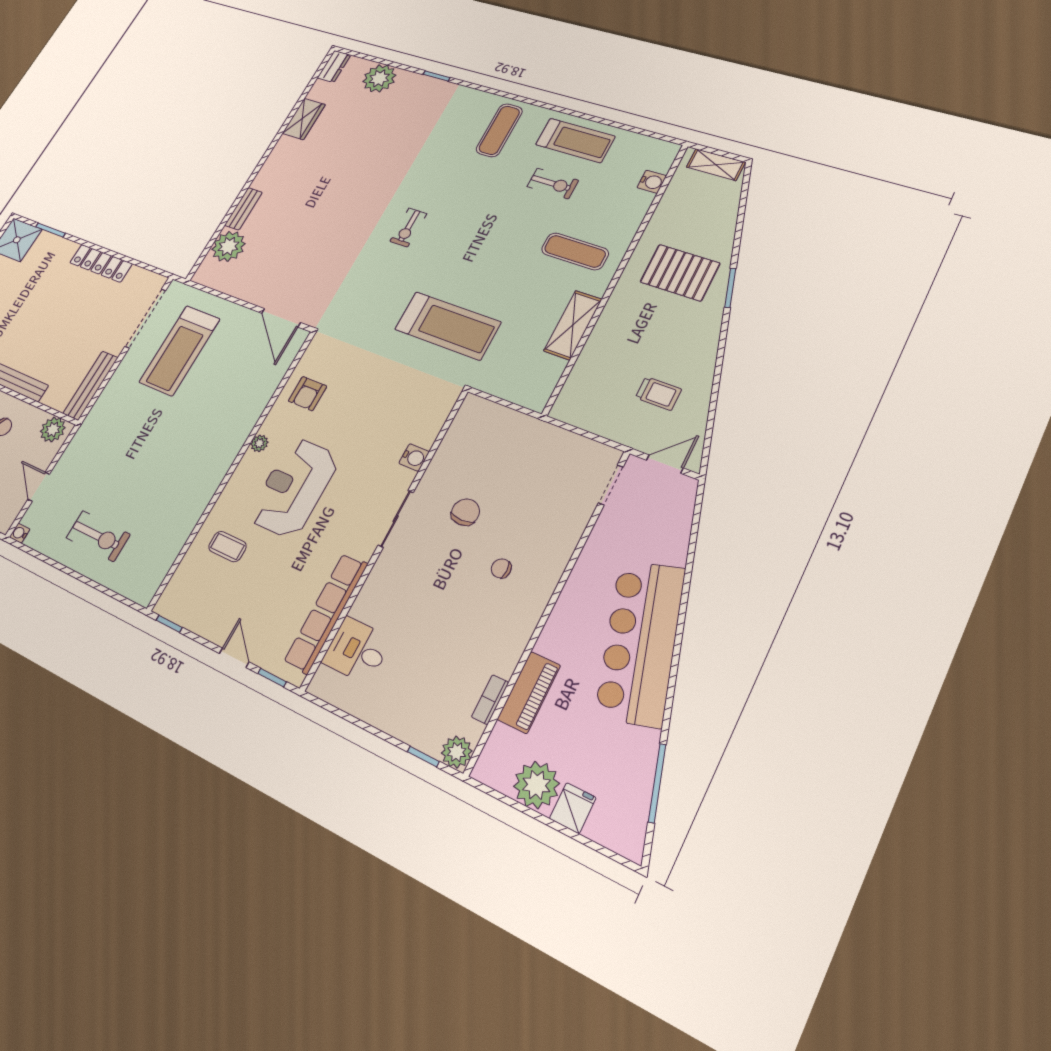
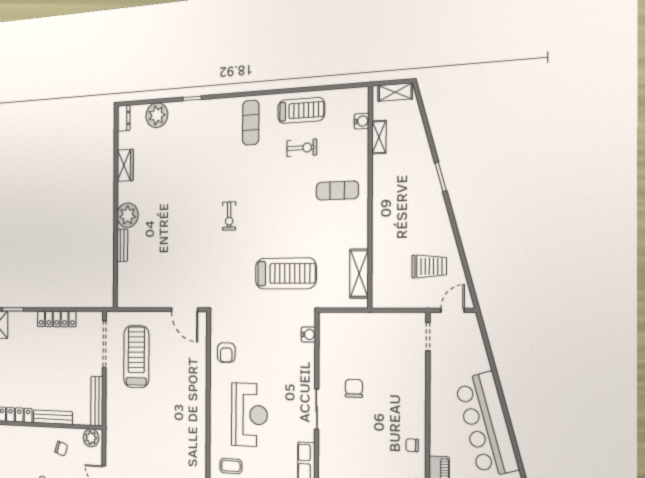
shelving: (666, 209) -> (379, 137), added
plant: (228, 246) -> (128, 215), moved
pallet: (680, 273) -> (406, 179), removed
shelving: (573, 325) -> (359, 274), moved
treadmill: (180, 350) -> (136, 357), turned 180
trolley: (658, 393) -> (429, 266), width x1.36, depth x1.39
plant: (259, 443) -> (215, 396), removed
water cooler: (414, 457) -> (308, 335), moved
reception desk: (294, 488) -> (249, 415), turned 180
chair: (501, 568) -> (412, 445), moved

